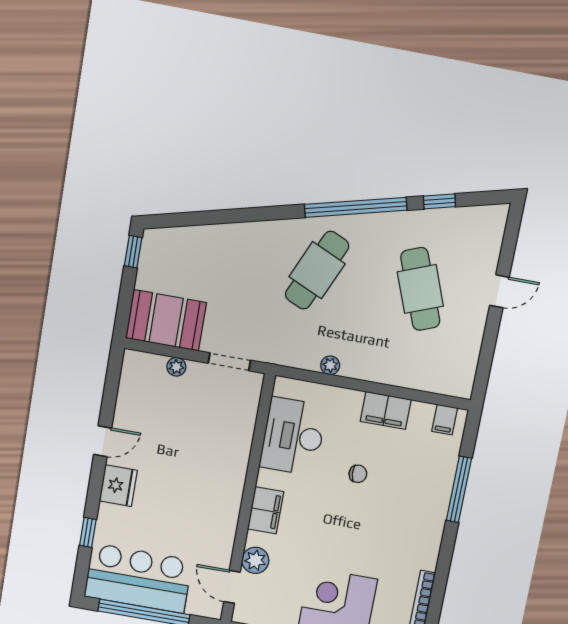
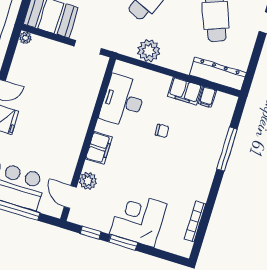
plant: (330, 365) -> (149, 51), width x1.87, depth x1.87
plant: (176, 367) -> (25, 38), moved
dresser: (433, 378) -> (218, 74), added
filing cabinet: (445, 420) -> (207, 97), moved

